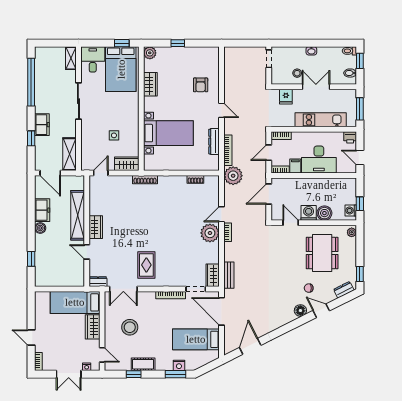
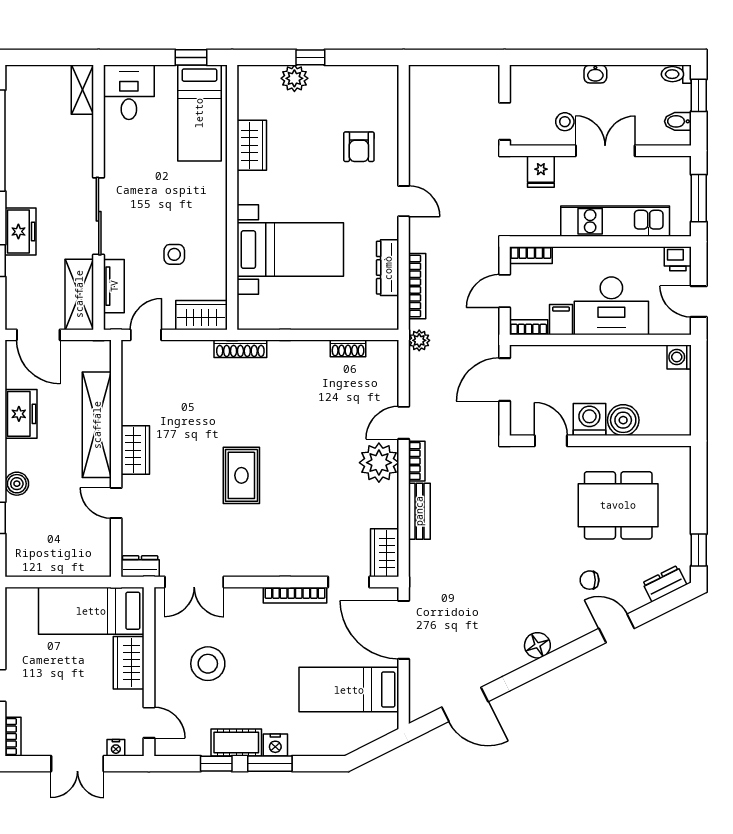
plant: (150, 53) -> (294, 78), moved
doorway: (269, 59) -> (505, 121), moved
bed: (121, 69) -> (199, 113), width x0.67
sliding door: (78, 101) -> (99, 216), moved
tv unit: (86, 150) -> (114, 286), added
plant: (233, 176) -> (419, 340), width x0.53, depth x0.53
window: (360, 204) -> (699, 400), removed
washing machine: (351, 211) -> (679, 357), moved
boiler: (40, 228) -> (17, 484), moved
plant: (352, 232) -> (681, 461), removed
dining table: (322, 253) -> (618, 505), turned 90
rug: (146, 265) -> (241, 475), moved
bench: (229, 275) -> (419, 511), moved
floor lamp: (300, 311) -> (537, 645), moved
door: (250, 346) -> (465, 704), swing flipped
nightstand: (179, 365) -> (275, 745), moved
window: (176, 374) -> (270, 764), moved

